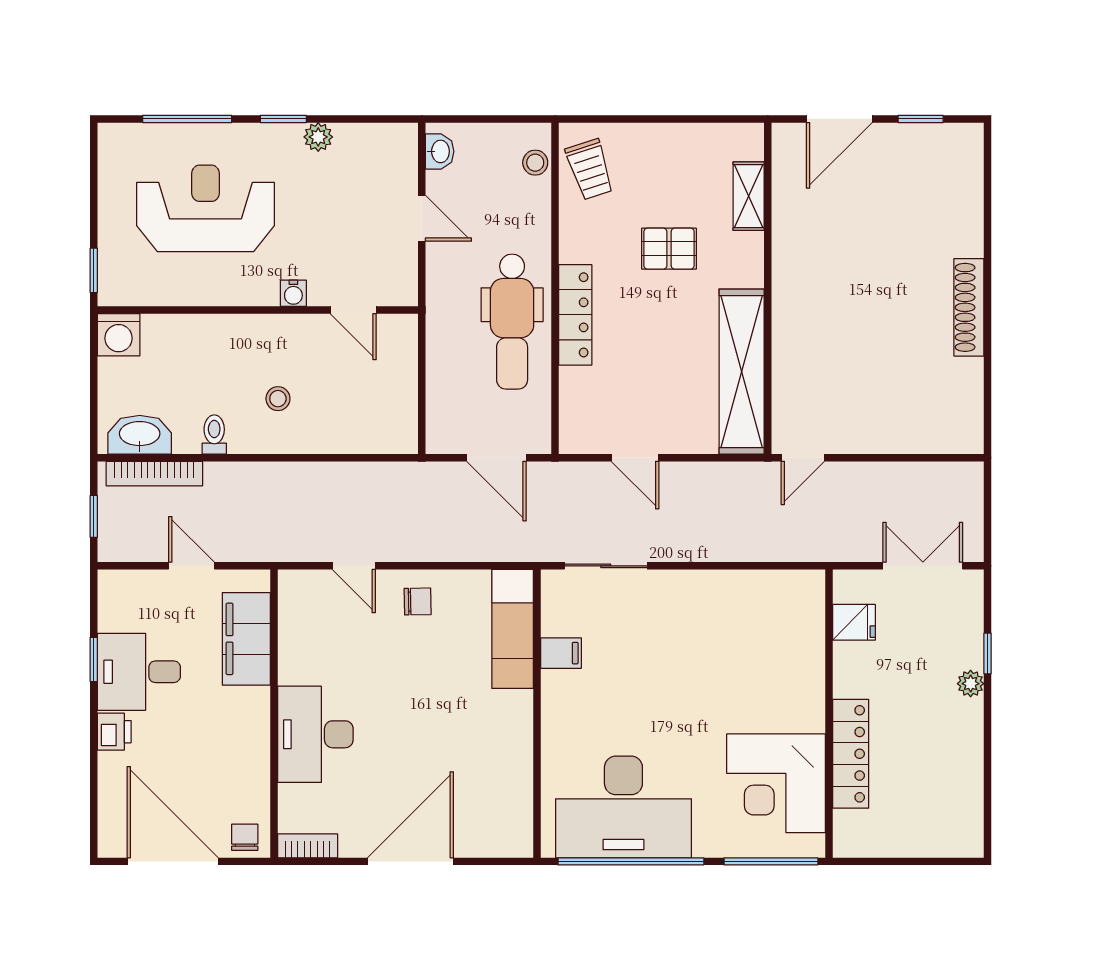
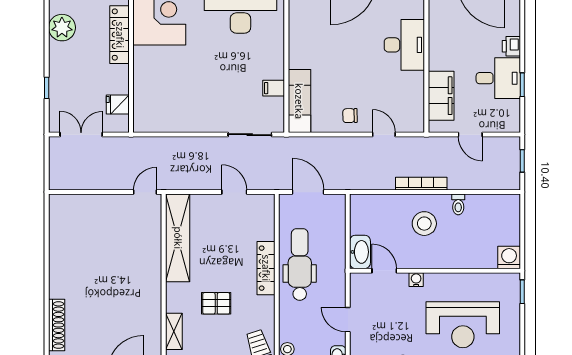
shoe rack: (969, 307) -> (57, 325), moved
stool: (278, 399) -> (424, 224), width x1.89, depth x1.89
washbasin: (140, 435) -> (360, 252), moved, turned -90
bookcase: (154, 474) -> (421, 184), moved
double door: (923, 566) -> (81, 135), swing flipped
plant: (971, 684) -> (62, 28), moved, width x1.88, depth x1.88

